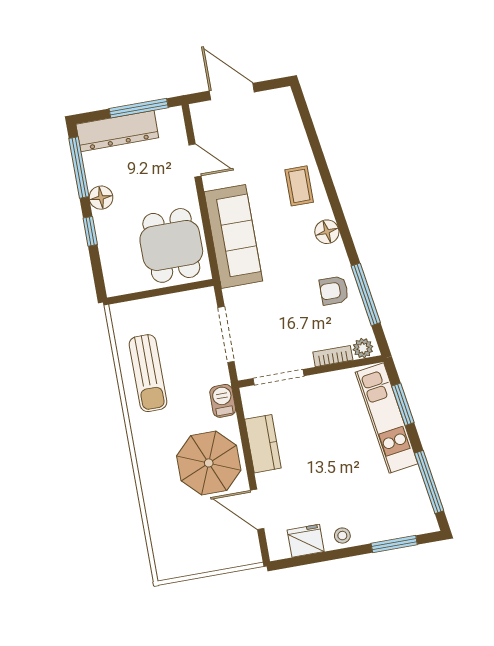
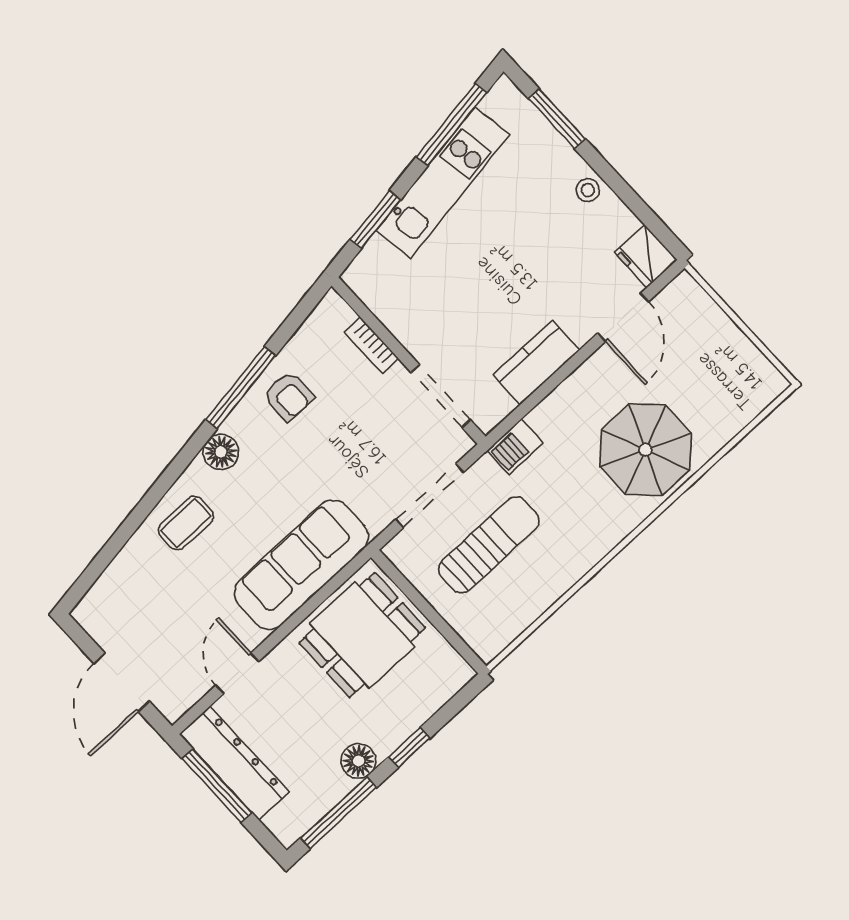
dresser: (117, 131) -> (234, 763), moved
window: (366, 294) -> (241, 388), moved
plant: (363, 348) -> (337, 314), removed
sun lounger: (148, 373) -> (489, 545), moved
kitchen unit: (387, 418) -> (443, 183), moved
parasol: (209, 463) -> (645, 450), moved
fridge: (306, 541) -> (646, 256), moved

